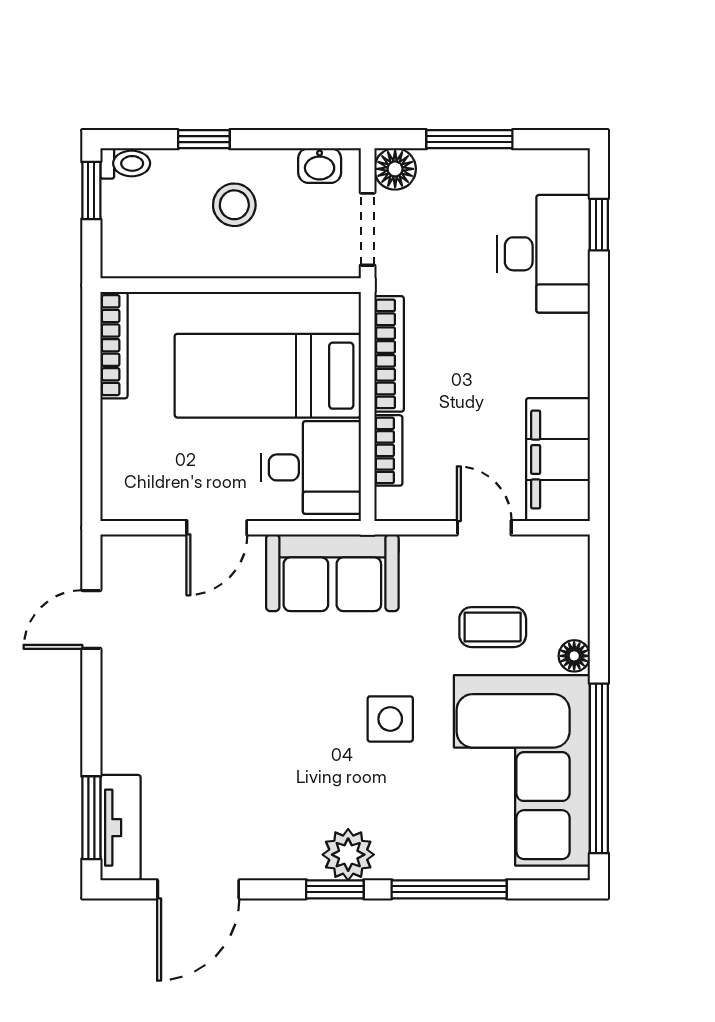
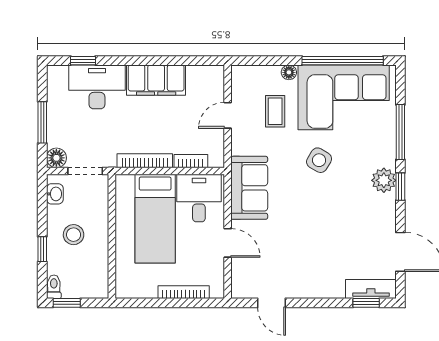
bookcase: (114, 345) -> (184, 292), moved
filing cabinet: (558, 460) -> (156, 80), moved
side table: (390, 719) -> (319, 160), turned 31
window: (91, 818) -> (366, 303), width x0.67

